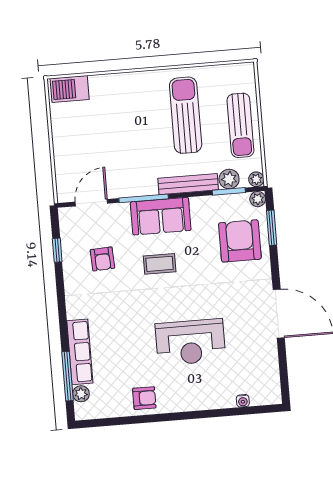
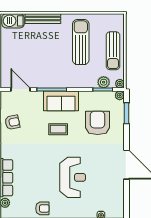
bench: (188, 184) -> (43, 19), moved
door: (91, 203) -> (20, 89), hinge flipped
armchair: (240, 241) -> (98, 123), moved
armchair: (102, 259) -> (12, 122), moved, turned -99
reception desk: (190, 342) -> (73, 177), turned -90

